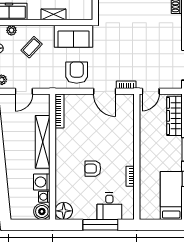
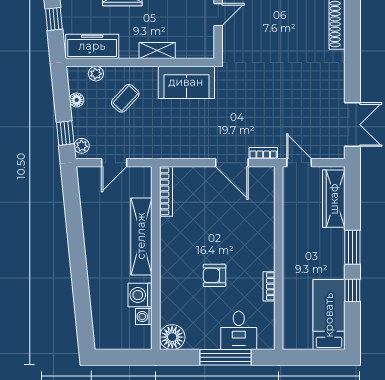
armchair: (77, 73) -> (191, 135), removed
door: (151, 91) -> (299, 163), swing flipped
boiler: (42, 211) -> (140, 338), removed

